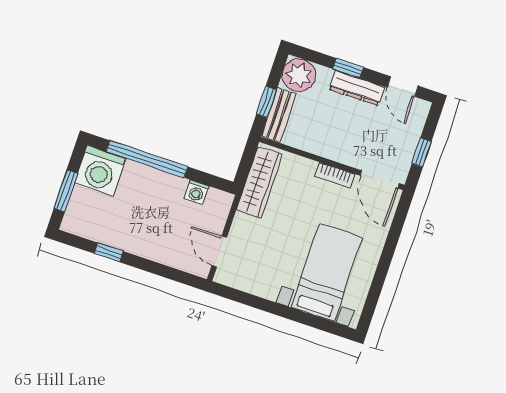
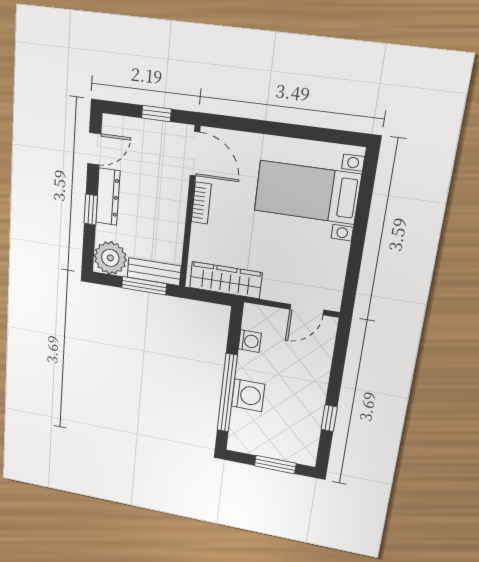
window: (266, 102) -> (144, 286), width x1.50
washing machine: (100, 171) -> (248, 395), moved, width x0.73, depth x0.73
door: (380, 179) -> (195, 154), hinge flipped

